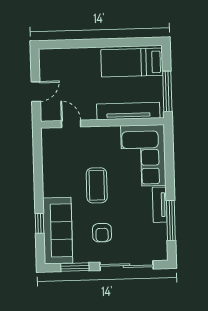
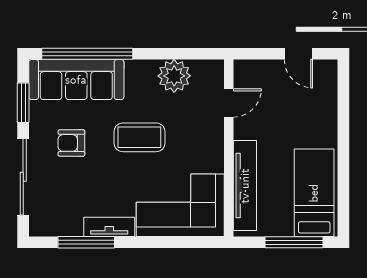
window: (167, 91) -> (294, 242), moved
door: (36, 92) -> (298, 54), moved
plant: (53, 162) -> (174, 76), added
window: (39, 223) -> (87, 54), width x3.17

